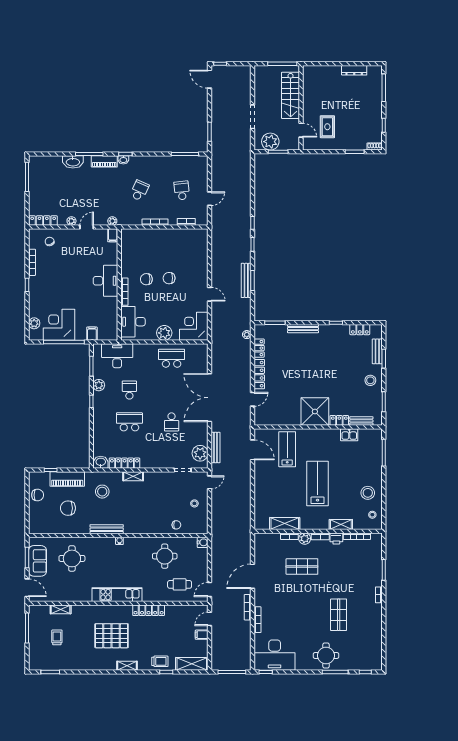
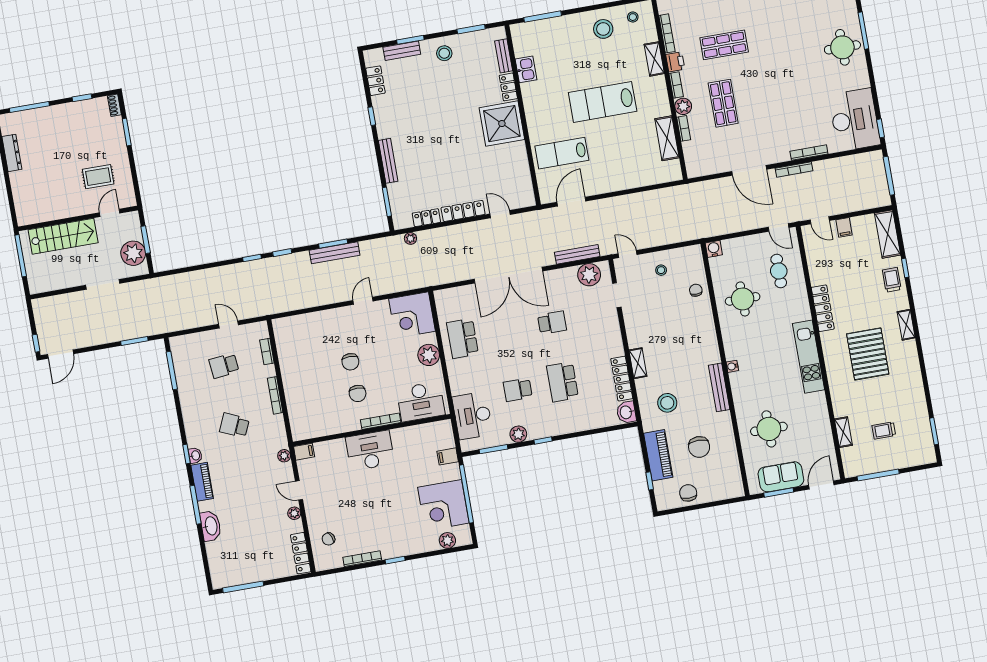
shop shelf: (339, 615) -> (724, 45), moved

